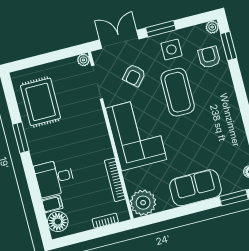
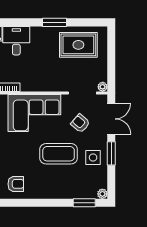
armchair: (209, 57) -> (16, 184), moved

